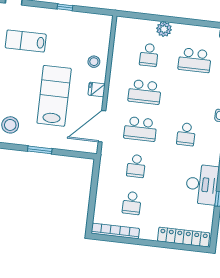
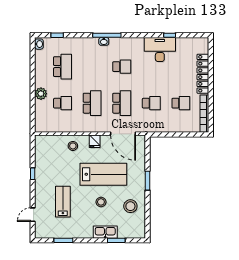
lab bench: (26, 41) -> (63, 202), turned 180
stool: (20, 89) -> (101, 202), added
lab bench: (54, 96) -> (103, 174), turned 180
locker: (184, 237) -> (203, 74), moved

